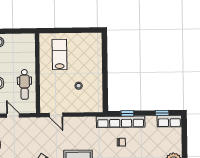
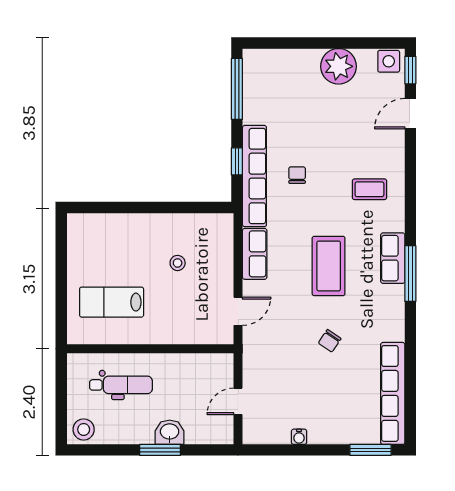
dental chair: (25, 84) -> (121, 385), moved
window: (162, 113) -> (237, 89), width x2.17
row of seats: (169, 121) -> (255, 254), moved

